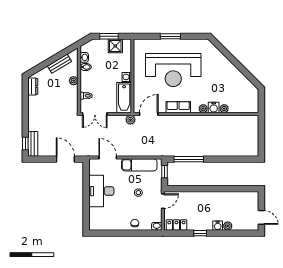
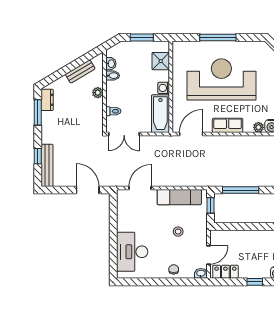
window: (170, 36) -> (218, 37), width x1.44
shower: (115, 46) -> (161, 61), moved
reception desk: (173, 70) -> (221, 79), turned 180
window: (25, 97) -> (38, 112), added
plant: (130, 120) -> (168, 141), removed
window: (25, 143) -> (38, 156), moved
bench: (33, 144) -> (47, 165), width x1.36
door: (108, 158) -> (140, 188), hinge flipped
desk: (101, 191) -> (132, 252), moved
door: (163, 201) -> (209, 255), moved

